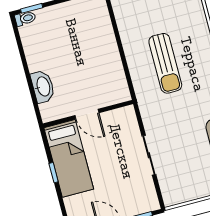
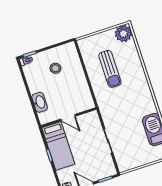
stool: (71, 34) -> (55, 68), added
sun lounger: (165, 63) -> (110, 69), moved

